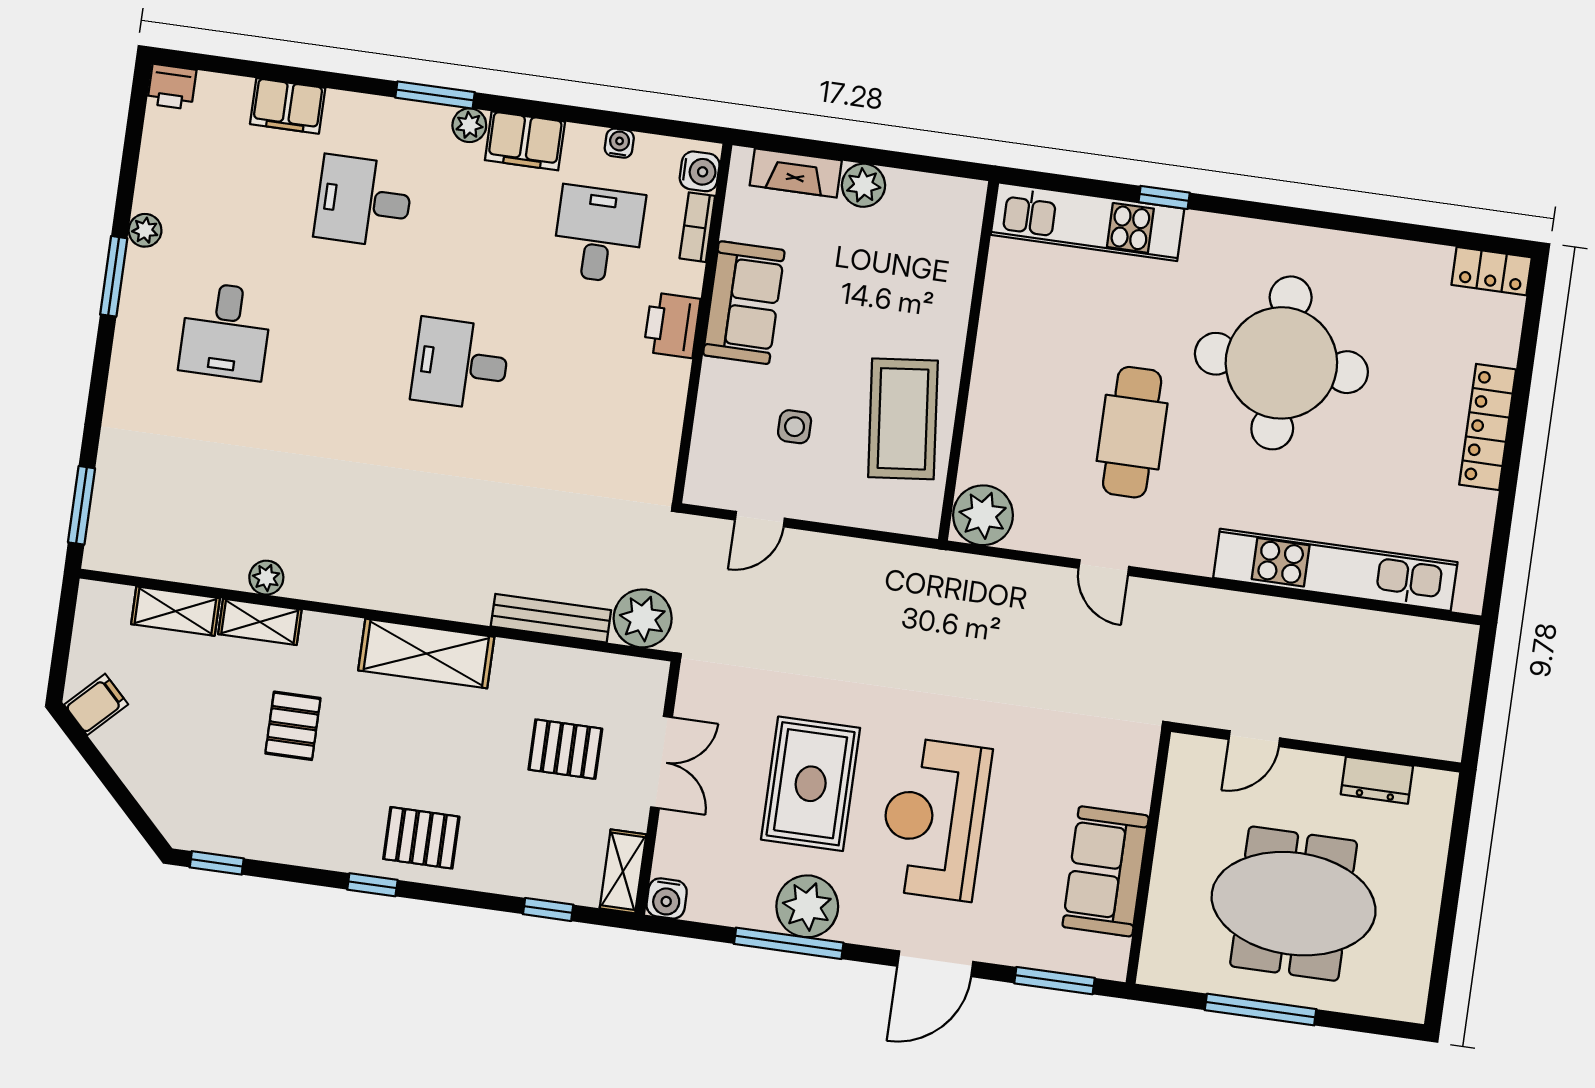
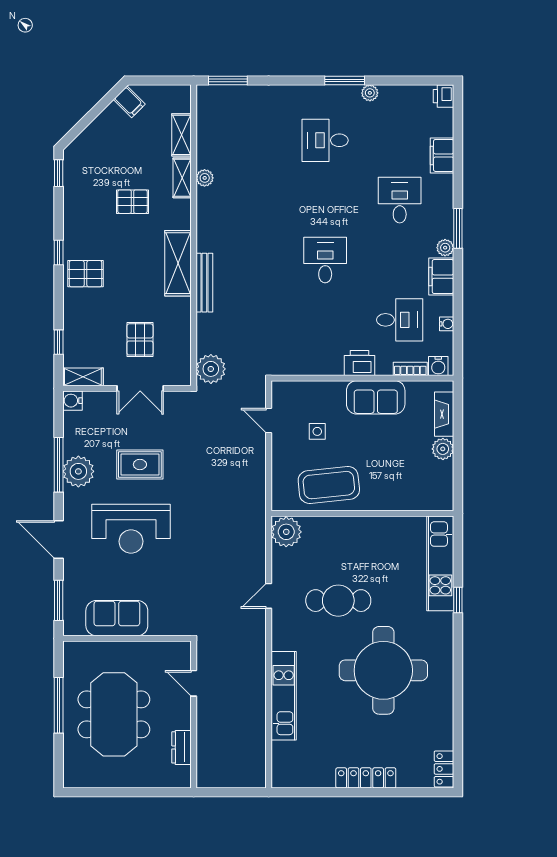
kitchen unit: (1335, 570) -> (284, 696), width x0.73
bench: (551, 618) -> (204, 283), moved
rug: (811, 784) -> (140, 464), width x0.73, depth x0.70
reception desk: (934, 819) -> (131, 529), turned 180
pallet: (421, 838) -> (86, 274), turned 90

